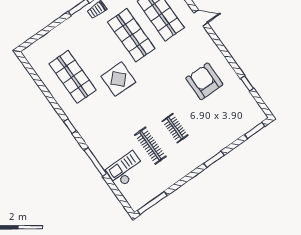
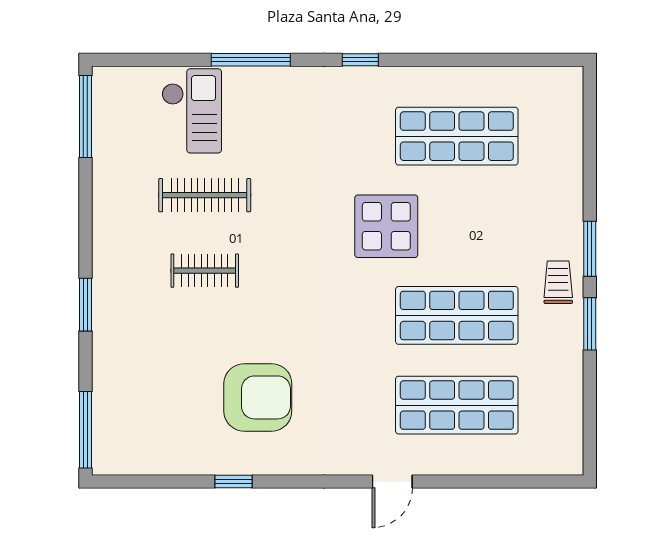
window: (247, 83) -> (234, 482), moved
window: (255, 130) -> (85, 430), width x1.44

